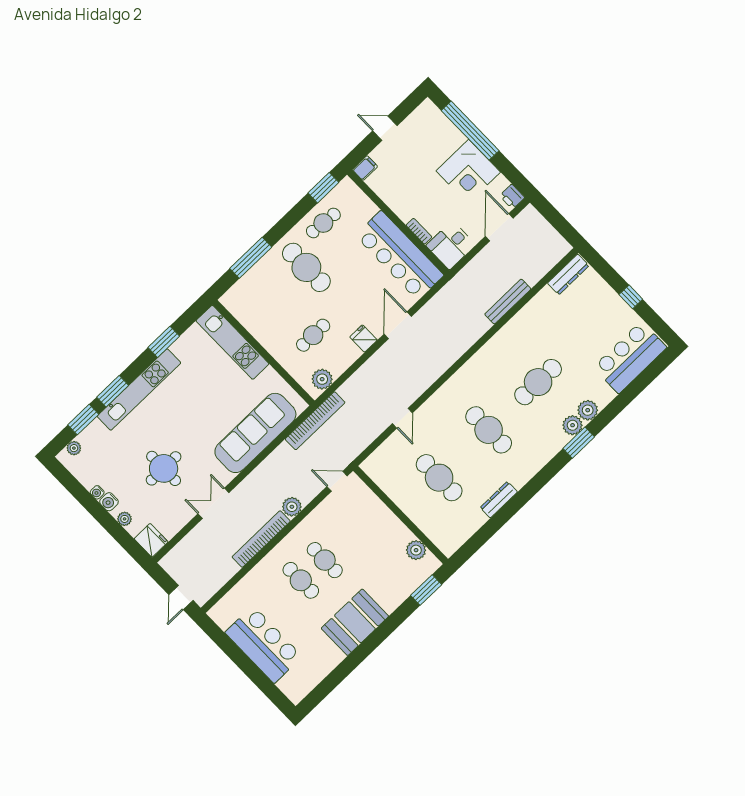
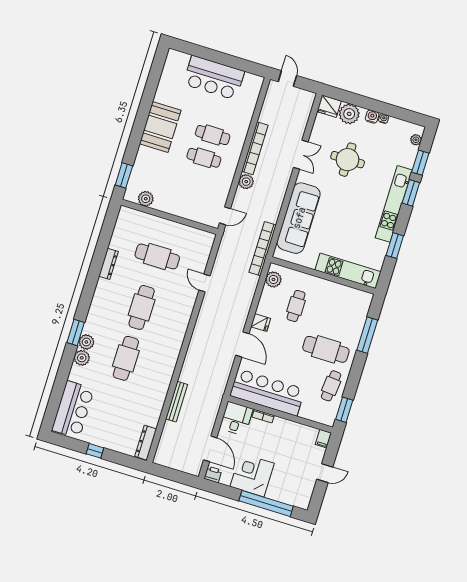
cafe table: (489, 430) -> (142, 307), turned 90
plant: (125, 519) -> (349, 114), width x1.87, depth x1.87

